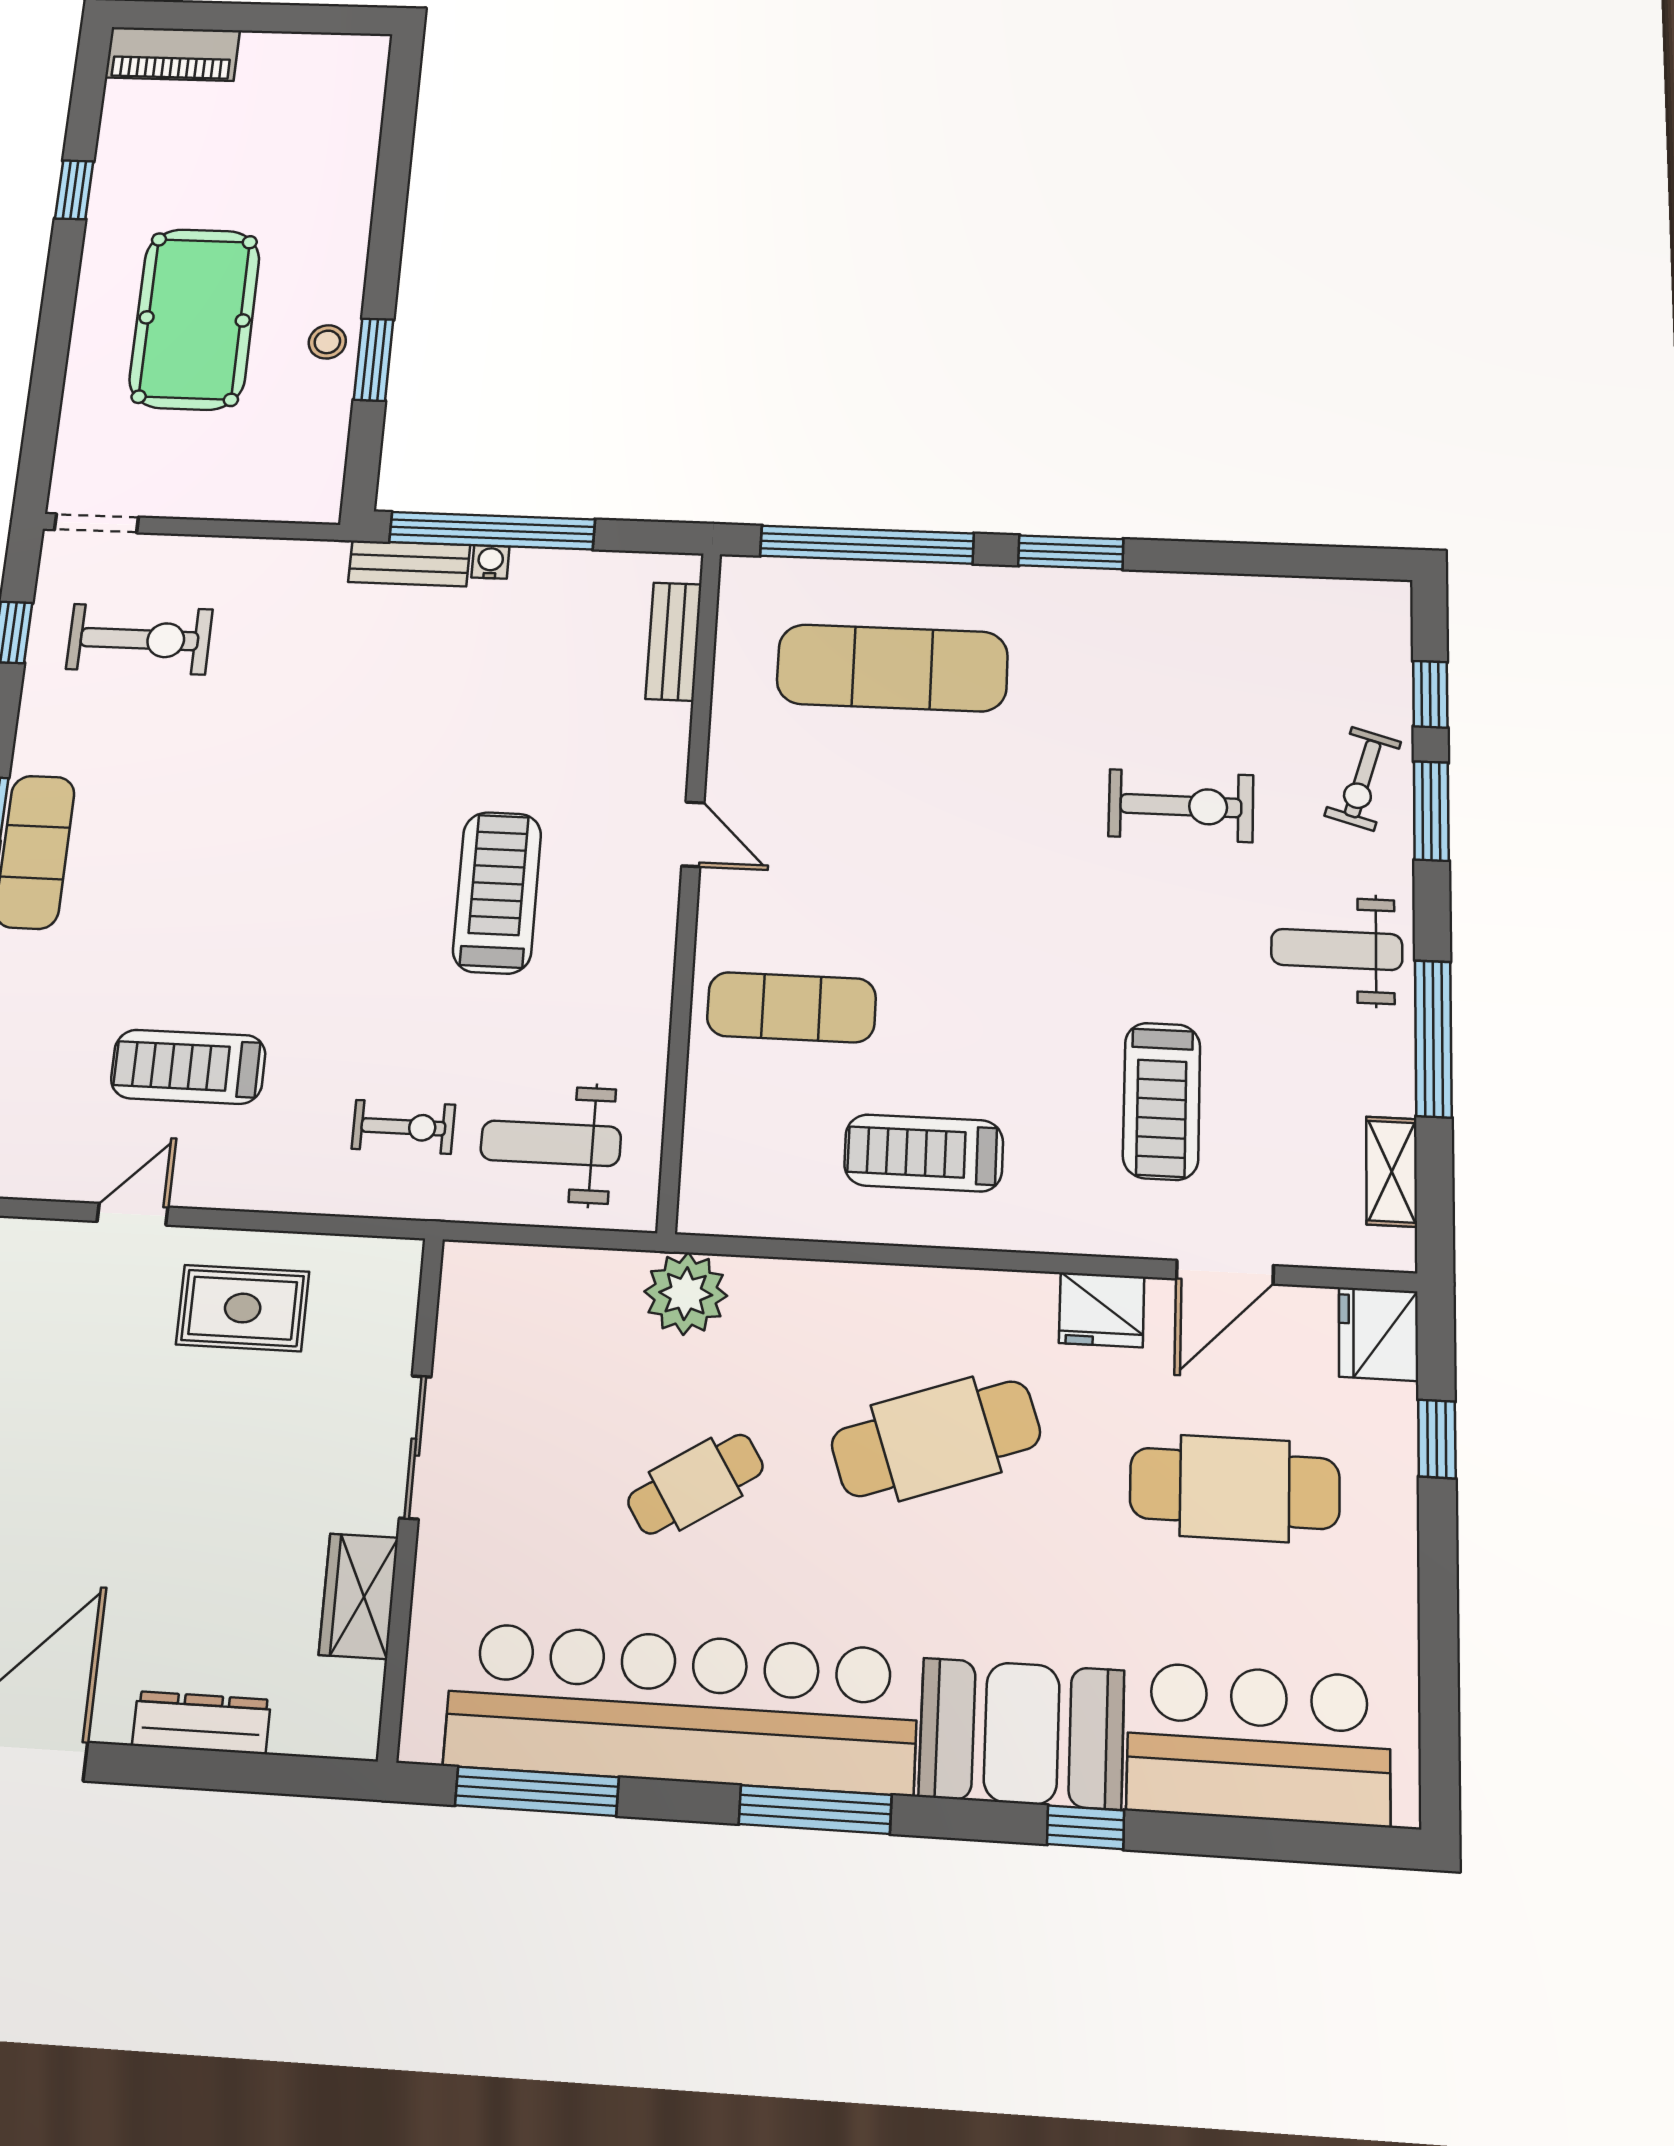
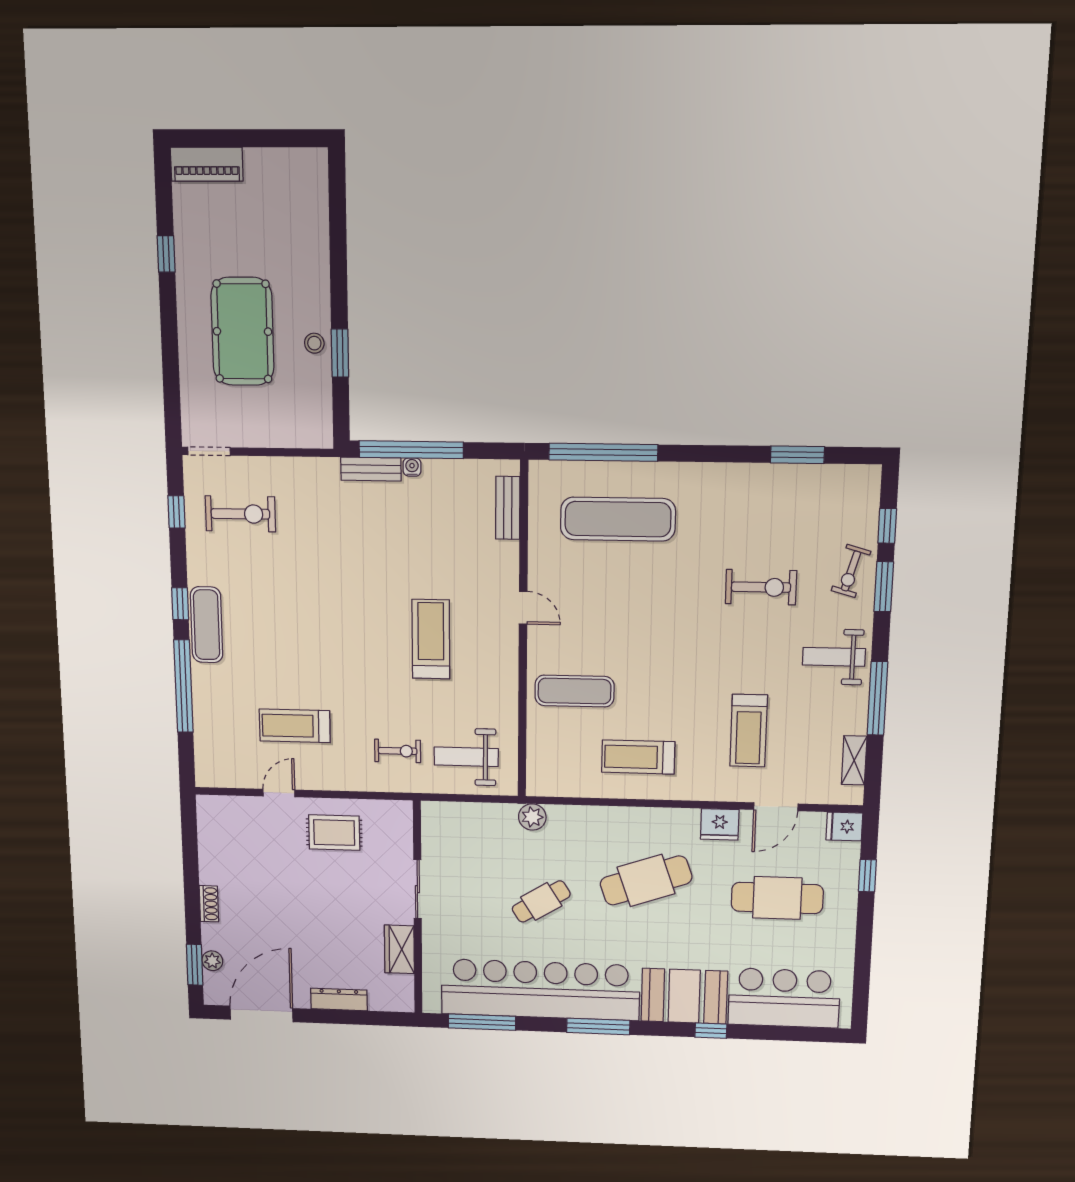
window: (1071, 552) -> (797, 455), moved
plant: (686, 1294) -> (532, 817), width x0.73, depth x0.73
fridge: (1378, 1334) -> (844, 827), width x0.72

